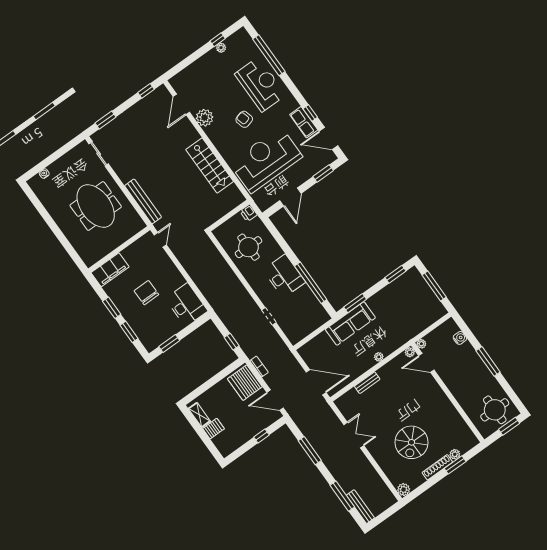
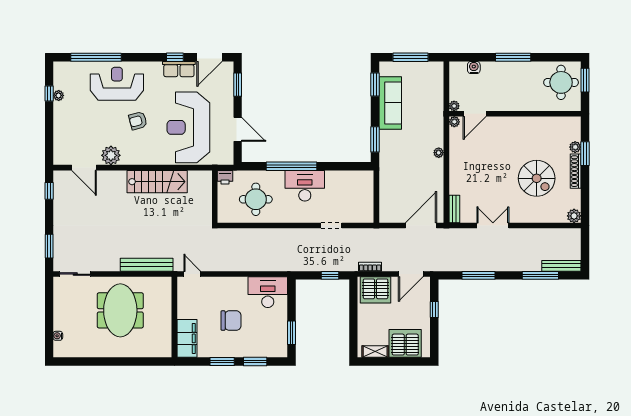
meeting table: (96, 206) -> (120, 310), turned 90
window: (311, 283) -> (291, 166), moved
chair: (146, 293) -> (231, 321), turned 180
sofa: (350, 324) -> (390, 103), moved
bench: (367, 383) -> (454, 209), moved
server rack: (213, 429) -> (405, 343), width x2.18, depth x1.44

